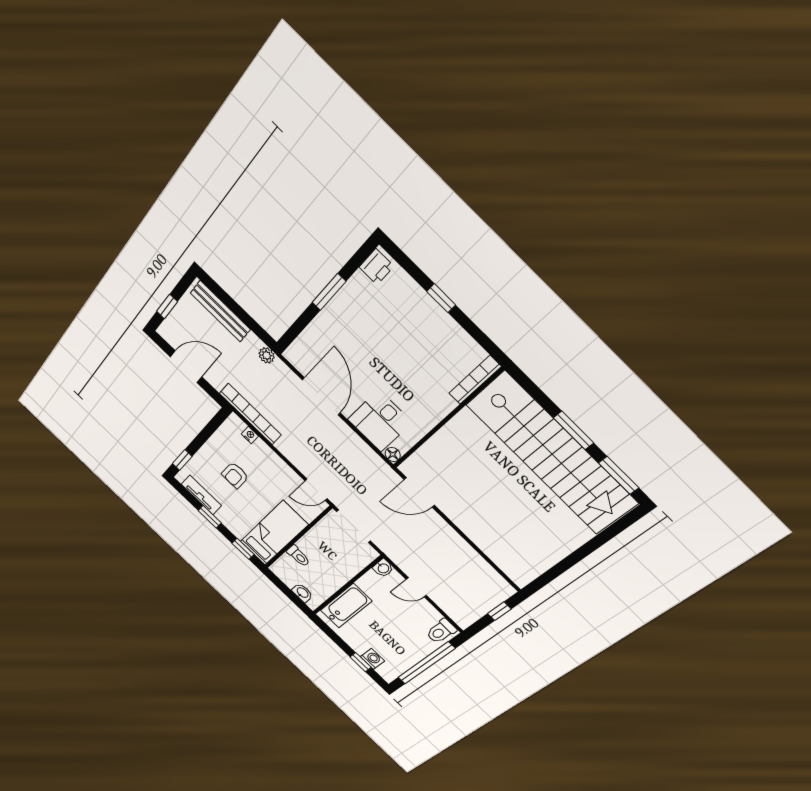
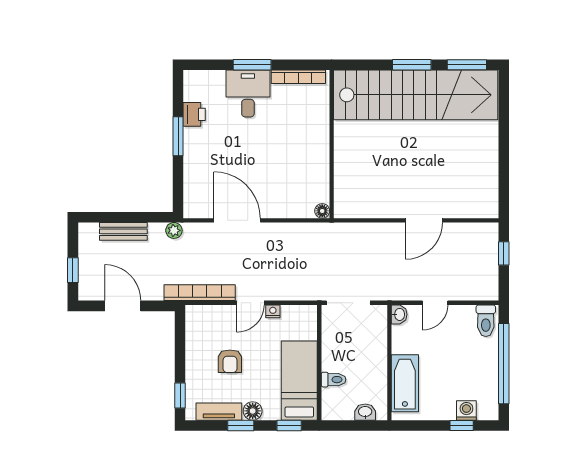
printer: (377, 267) -> (194, 114), moved
window: (441, 298) -> (252, 65), width x1.50
bench: (220, 311) -> (123, 231), width x0.73
door: (186, 367) -> (123, 306), hinge flipped
bookcase: (475, 380) -> (298, 77), moved, turned -90
desk: (380, 421) -> (248, 93), moved, turned 180
nightstand: (250, 435) -> (273, 311), moved
door: (316, 490) -> (250, 303), moved
door: (419, 492) -> (424, 220), moved
floor lamp: (225, 517) -> (253, 411), added

